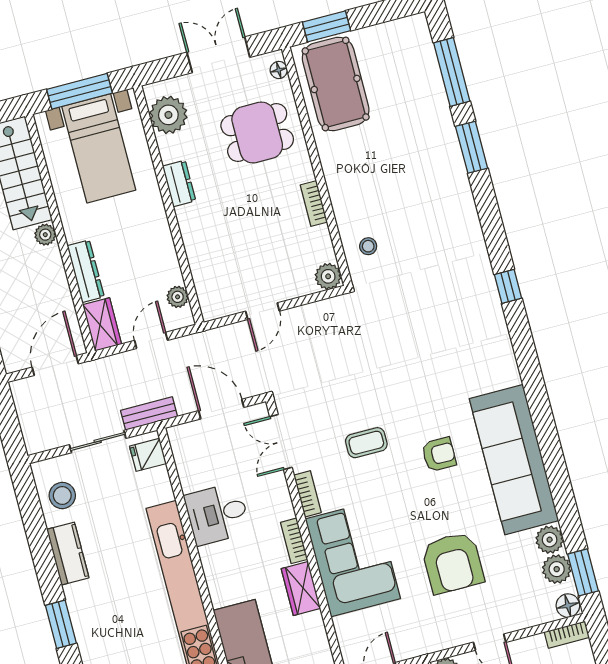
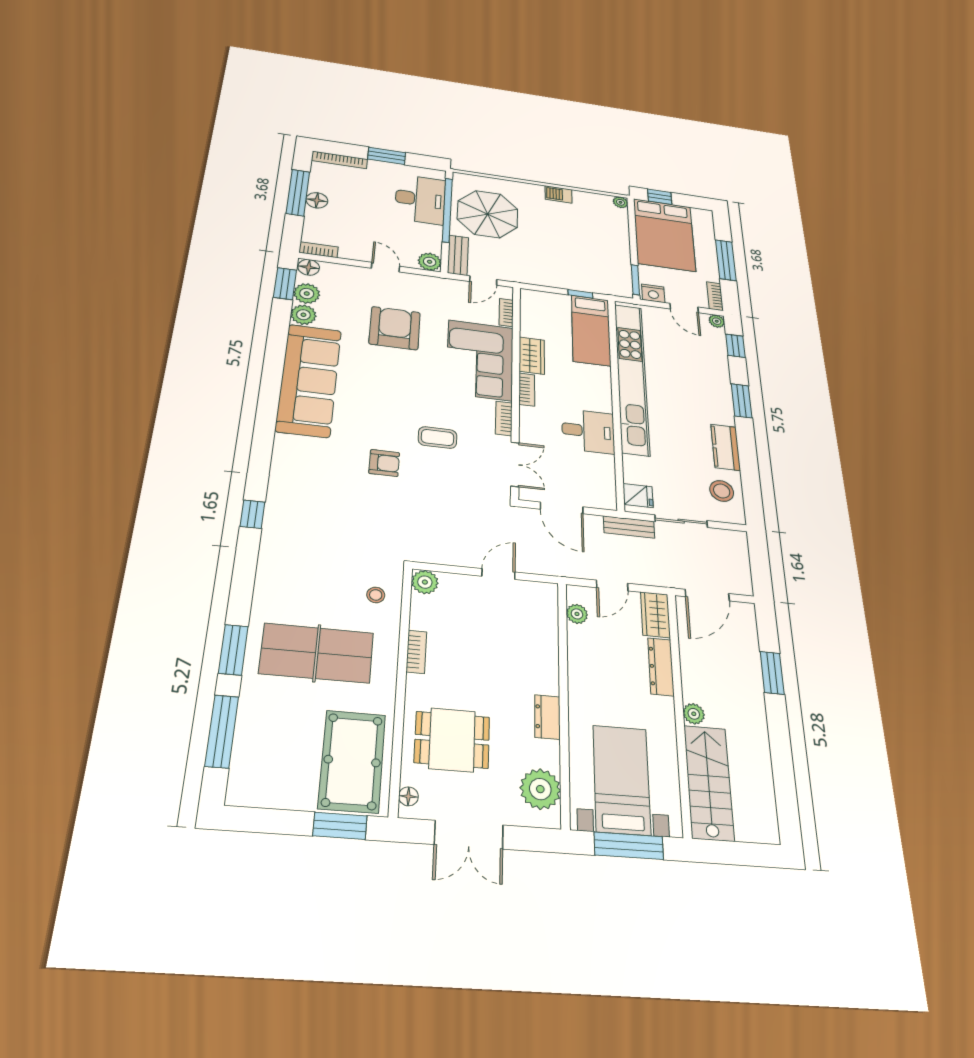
table tennis table: (400, 170) -> (317, 653), added
armchair: (439, 454) -> (384, 463), moved, turned 180
bookcase: (344, 636) -> (506, 313), added

